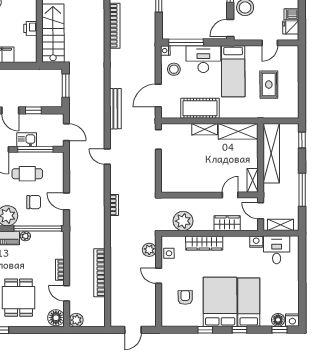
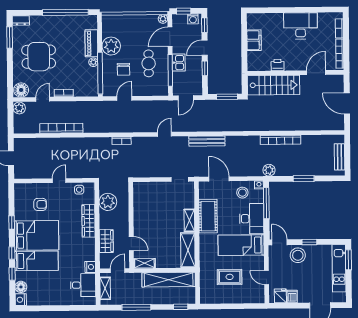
plant: (149, 250) -> (269, 170), moved
window: (280, 330) -> (12, 274), moved

